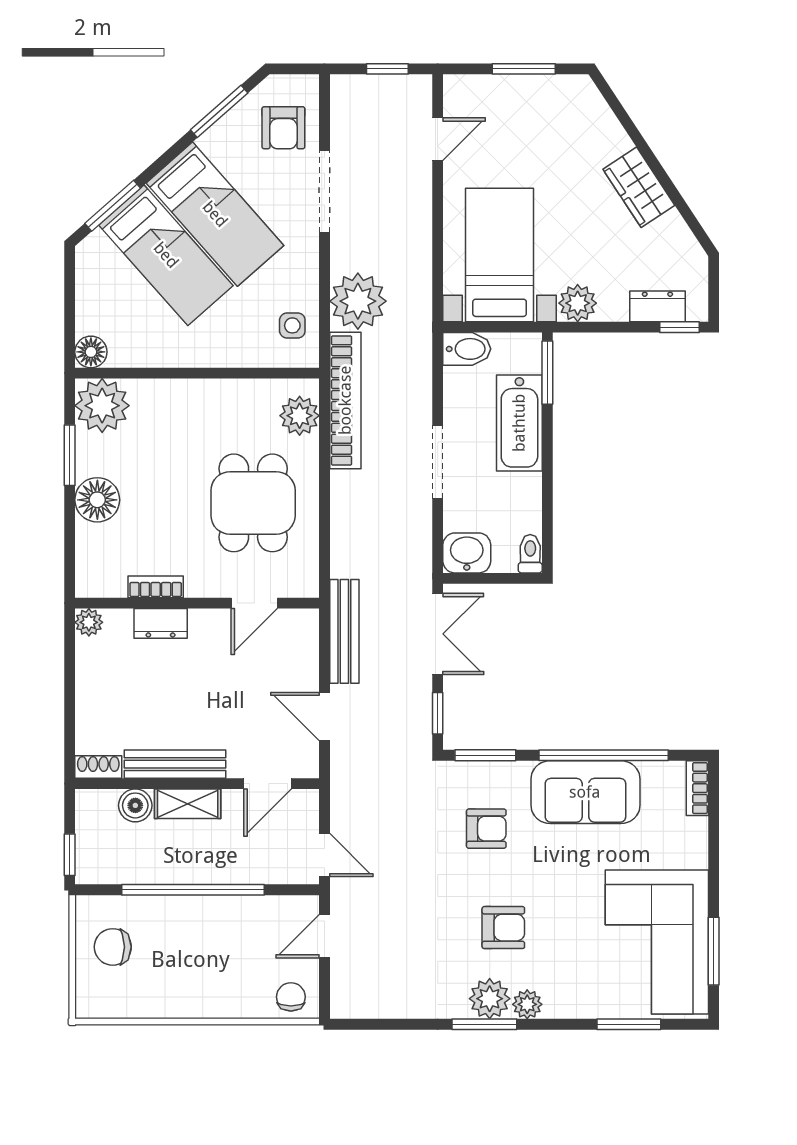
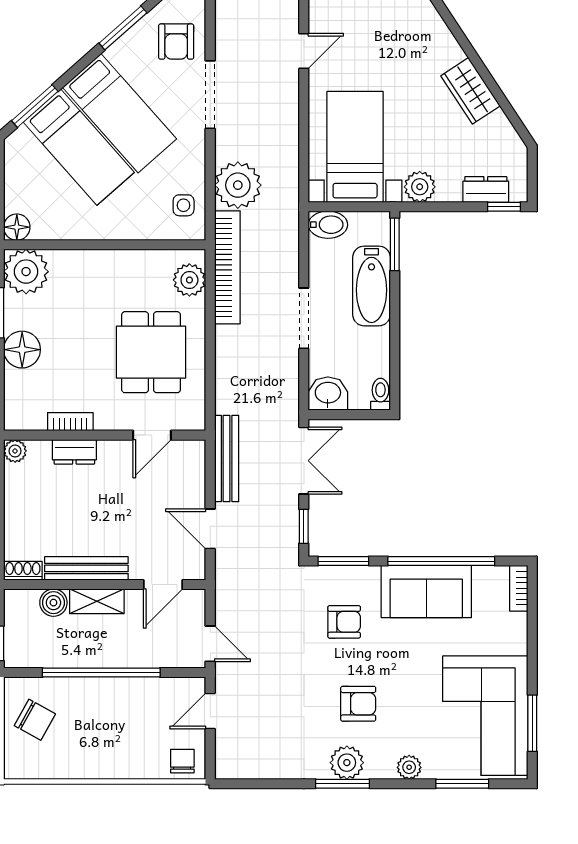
chair: (113, 947) -> (35, 720), turned -151
plant: (527, 1004) -> (409, 767), moved

